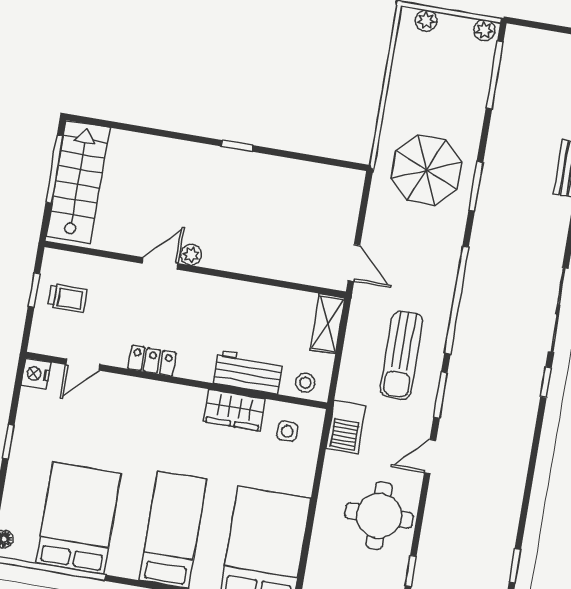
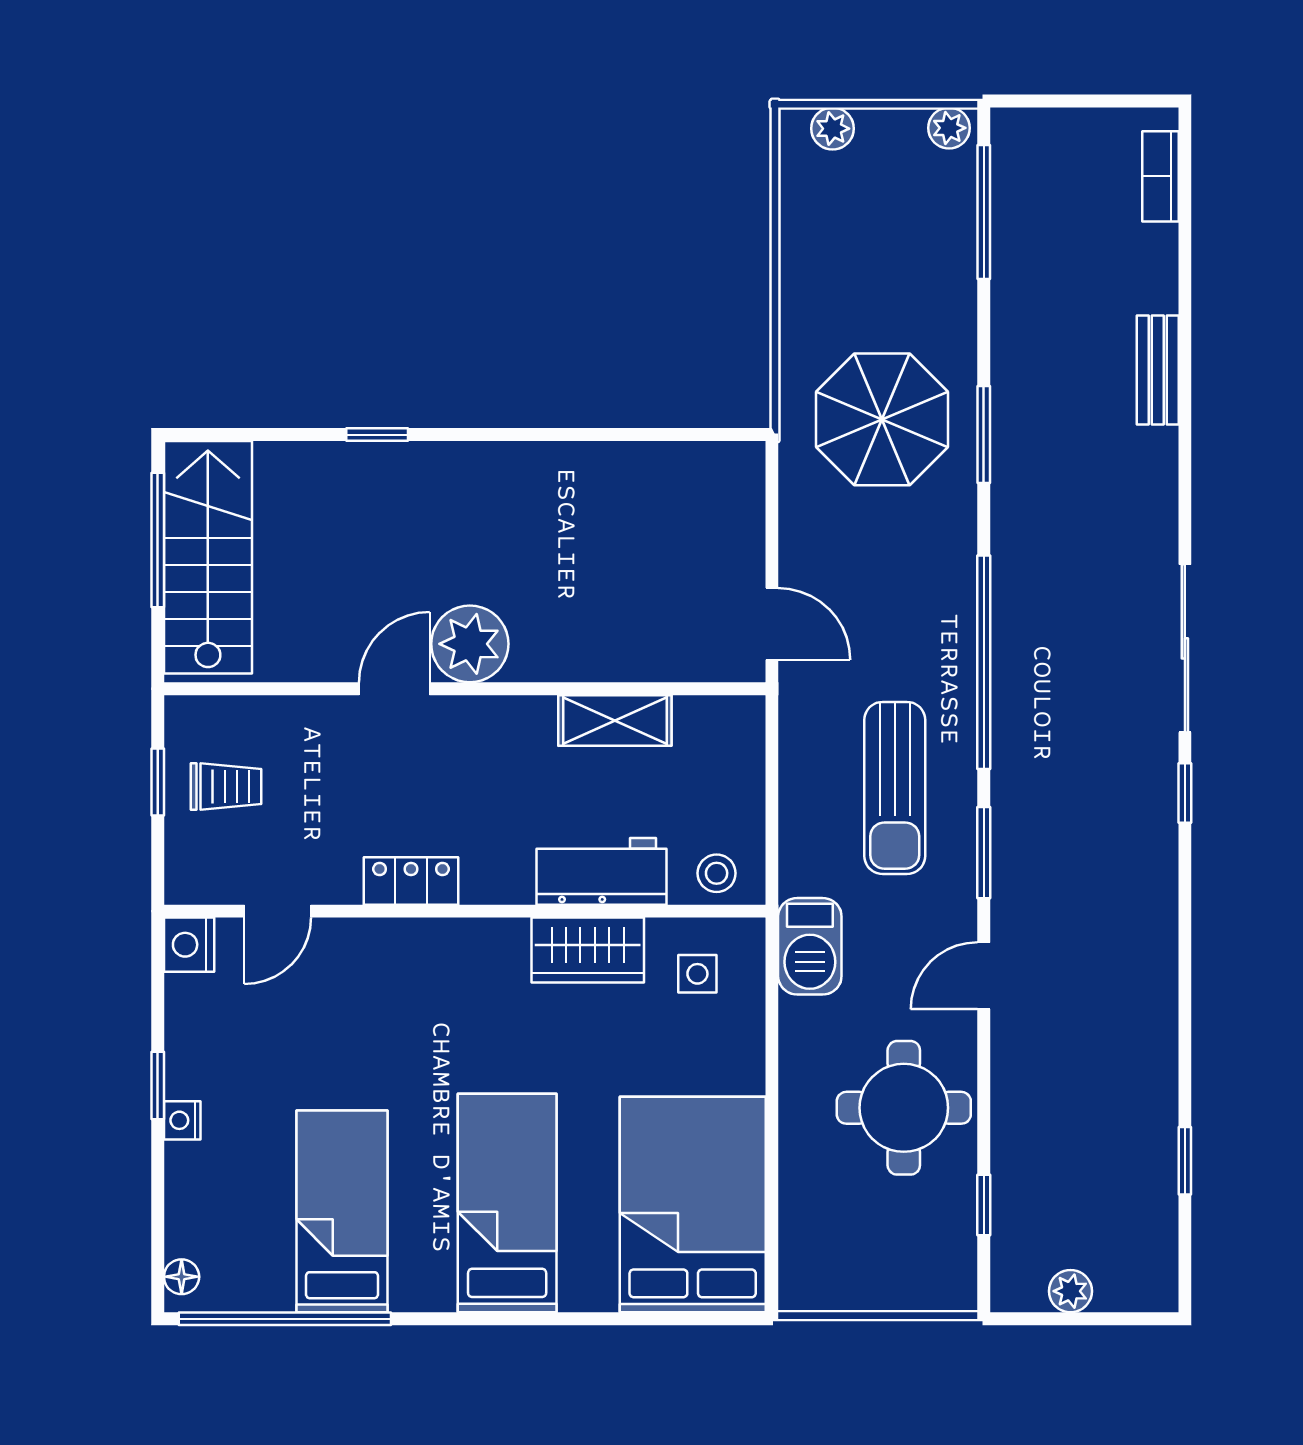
window: (237, 146) -> (377, 435), moved
plant: (191, 255) -> (470, 644), width x1.87, depth x1.87
shelving: (327, 324) -> (615, 720), moved, turned 90
nightstand: (18, 461) -> (182, 1120), added
bed: (78, 518) -> (342, 1211), width x0.67

